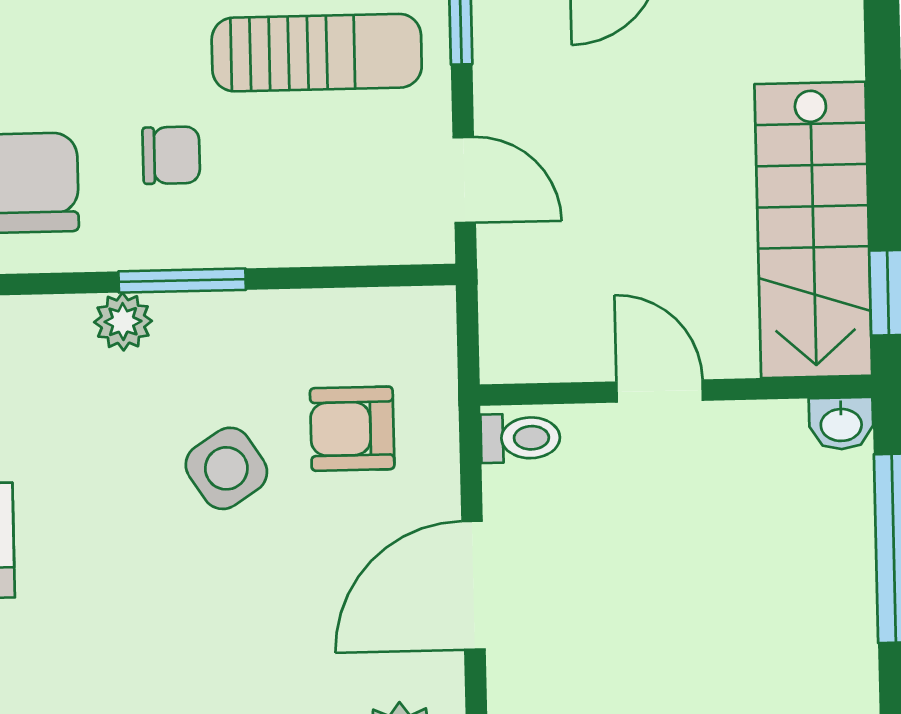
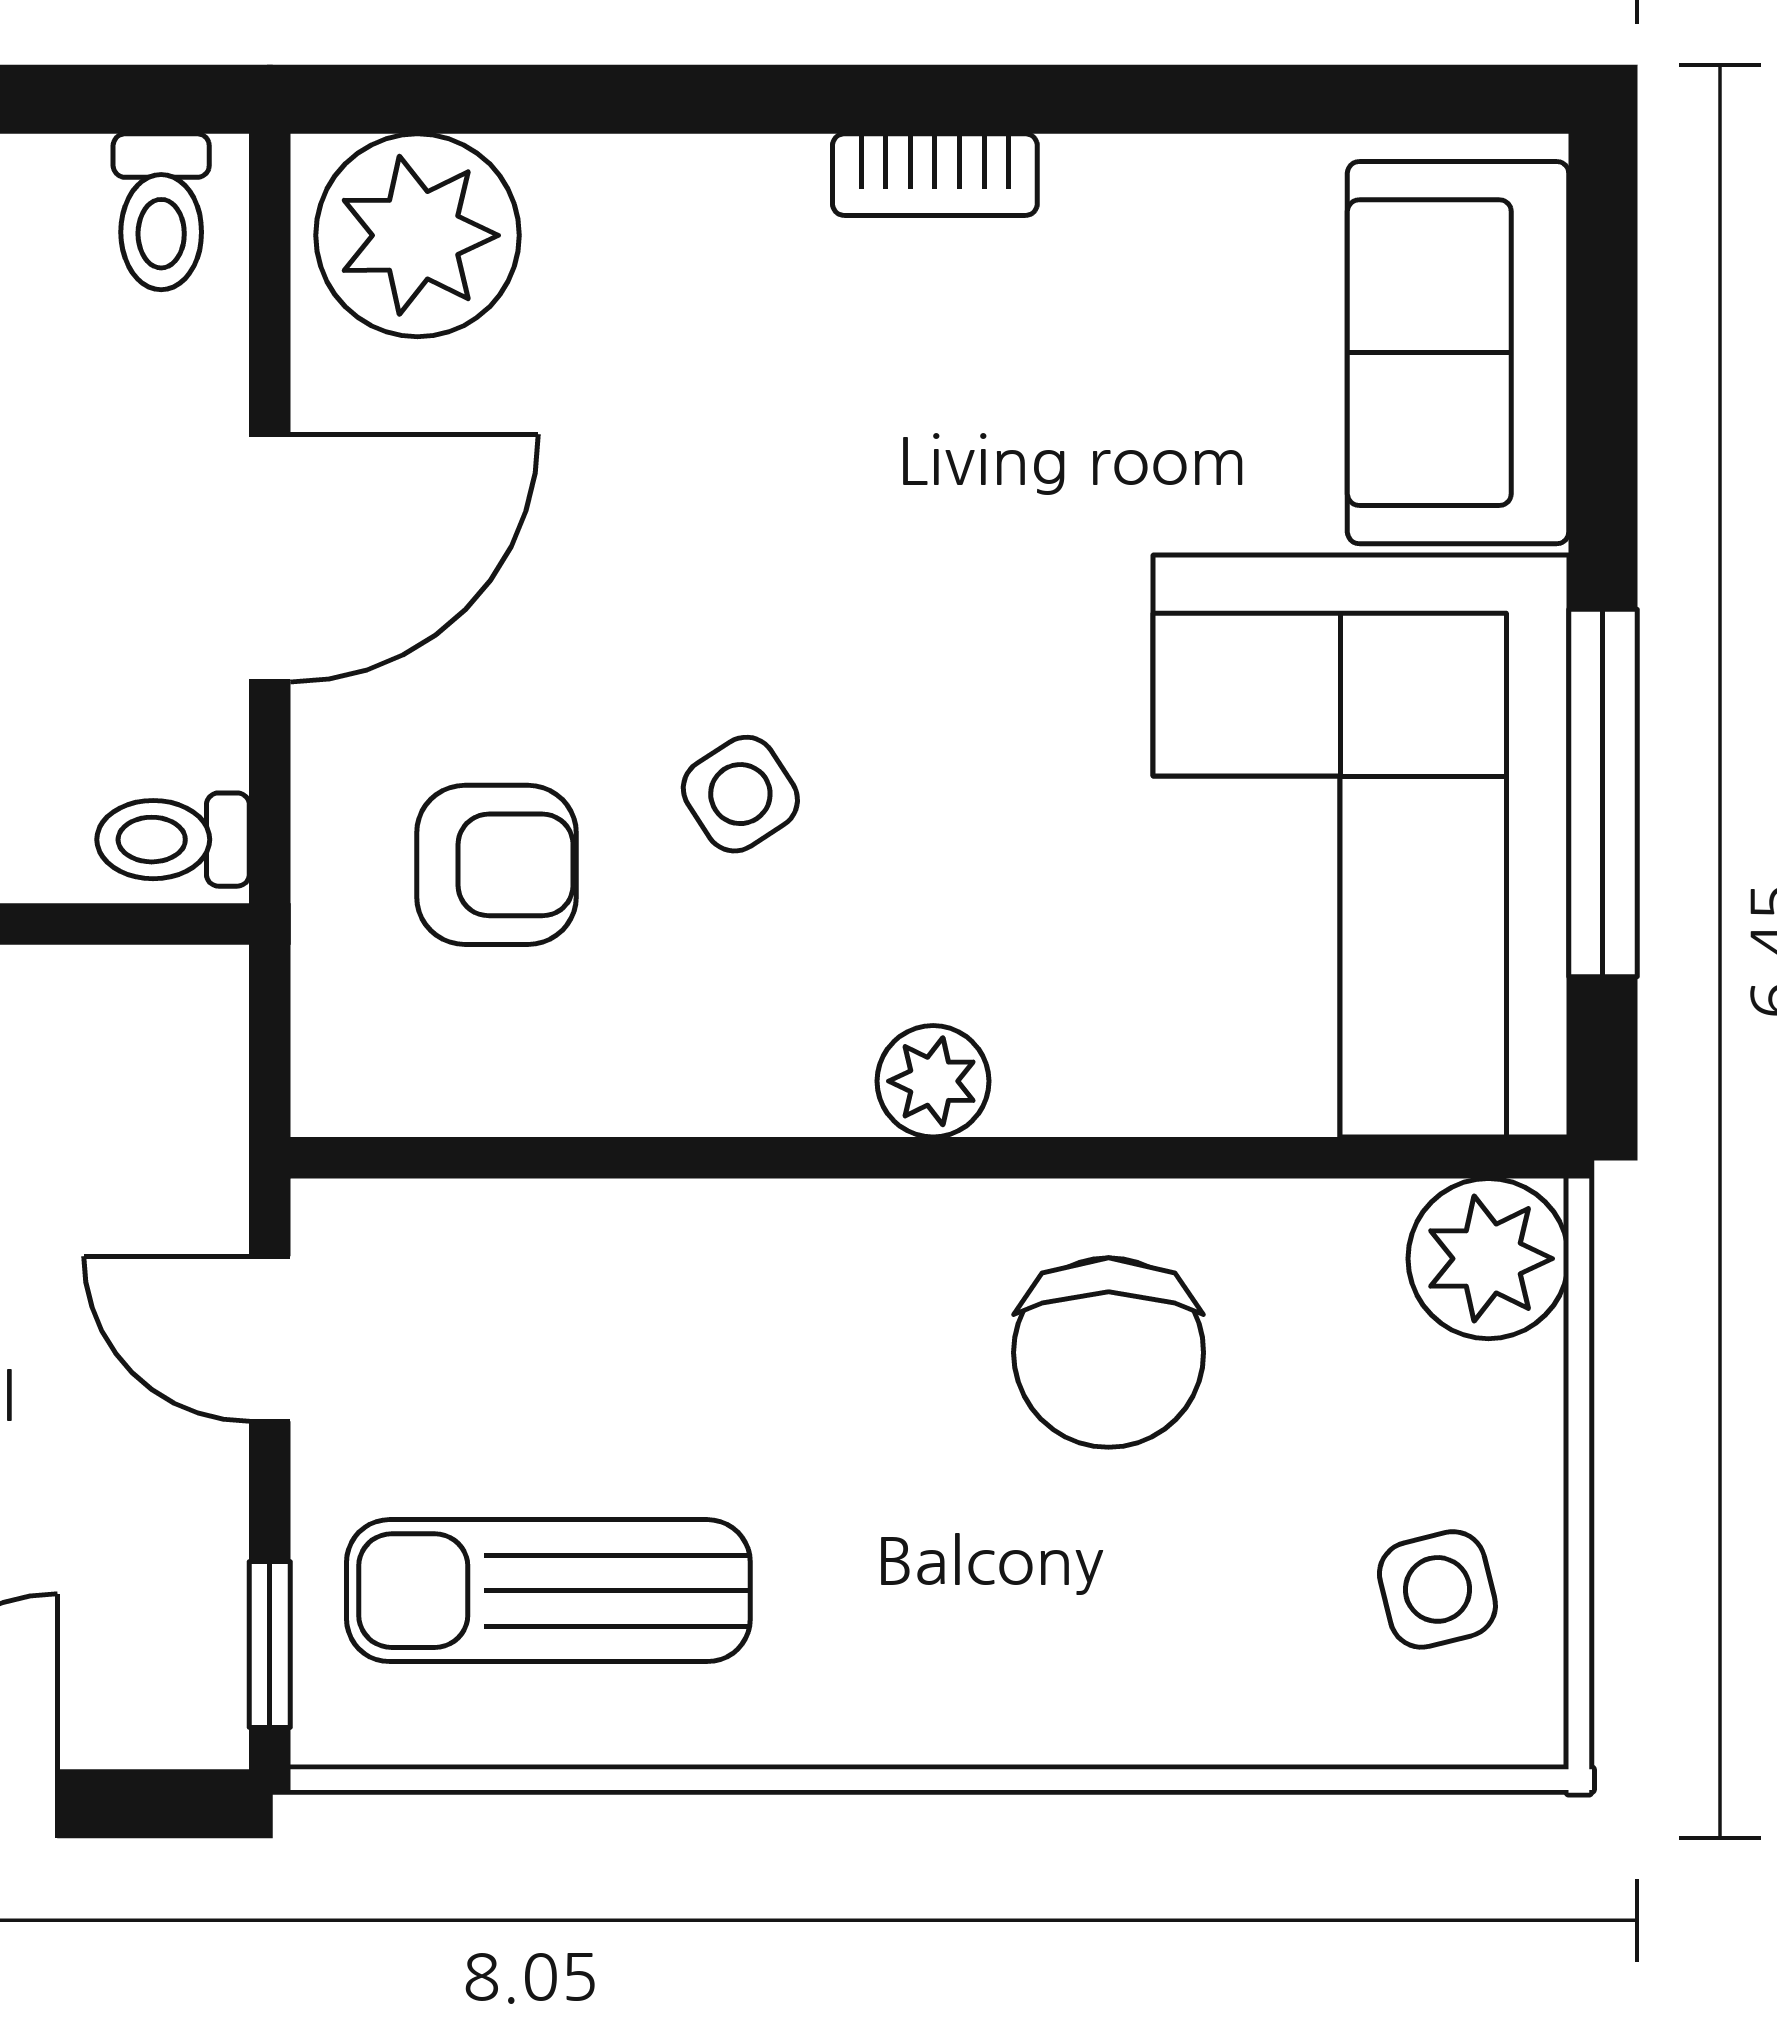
chair: (171, 155) -> (833, 1399), removed
window: (182, 281) -> (817, 1158), removed
side table: (226, 468) -> (740, 794), width x0.73, depth x0.73

